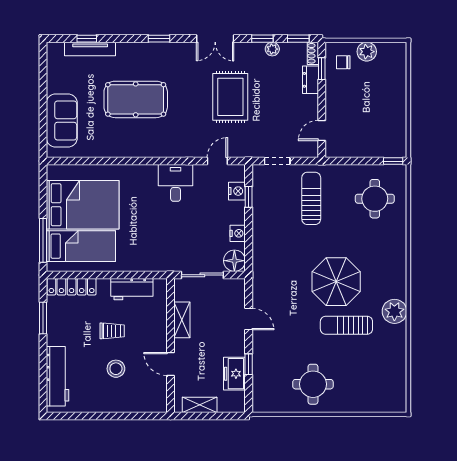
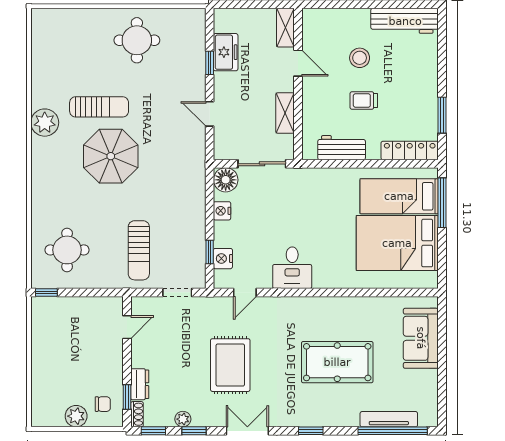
window: (87, 39) -> (393, 431), width x3.17
workbench: (58, 376) -> (405, 21), moved, turned -90
shelving: (200, 405) -> (285, 28), moved, turned 90

